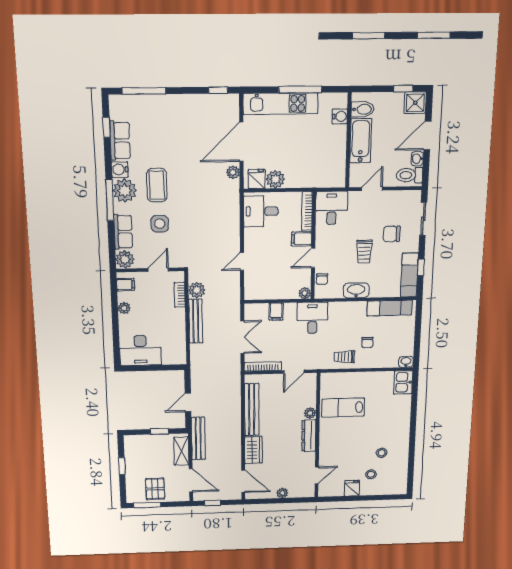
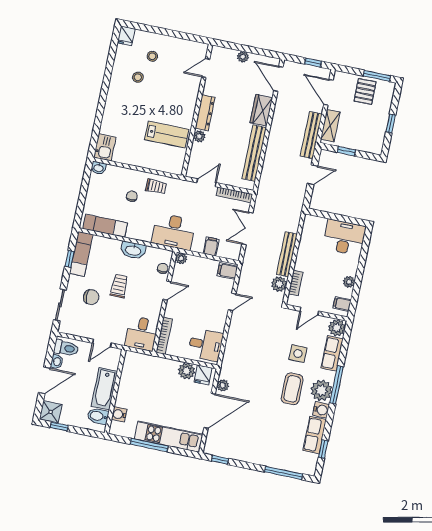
filing cabinet: (302, 239) -> (227, 271), moved, turned 180
desk: (312, 318) -> (173, 232), width x1.37
fridge: (352, 488) -> (126, 36), moved

